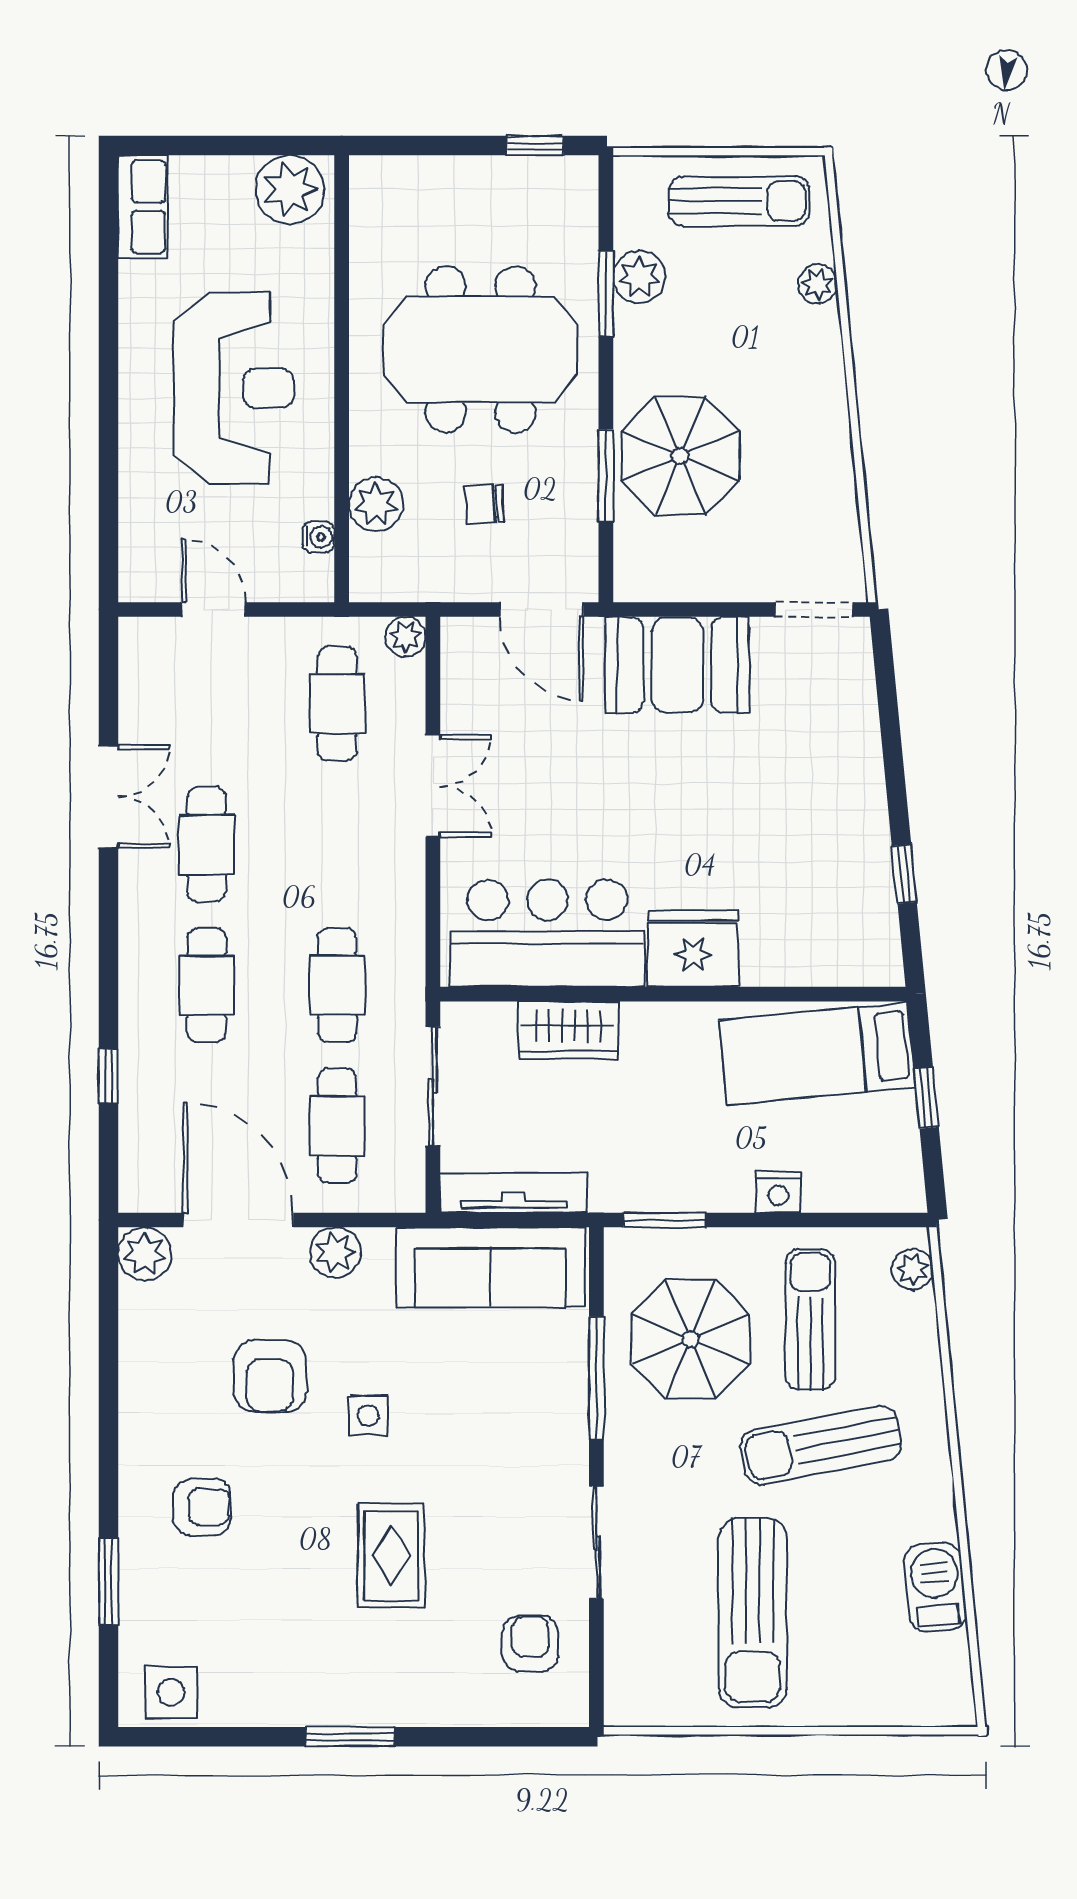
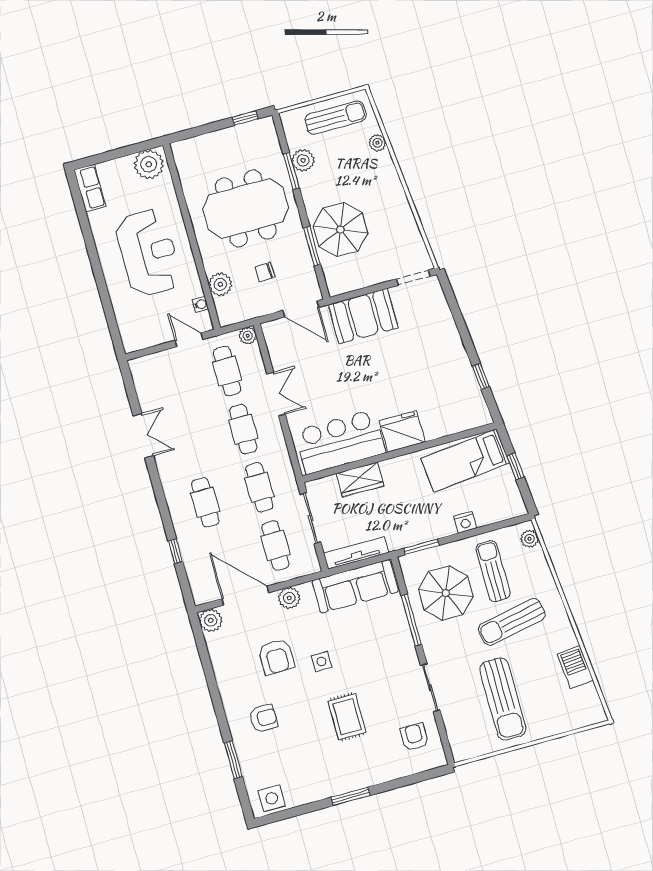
door: (214, 609) -> (189, 340), moved
cafe table: (207, 844) -> (243, 429), moved

